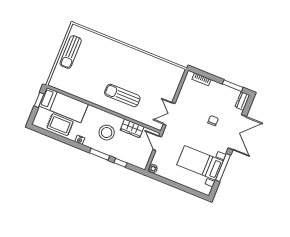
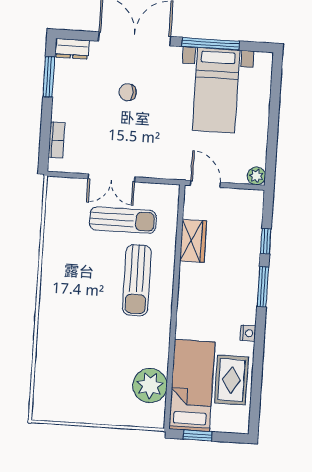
sun lounger: (71, 52) -> (123, 220), moved
plant: (70, 85) -> (150, 386), added
double door: (169, 114) -> (111, 178), moved
stool: (107, 133) -> (217, 287), removed
door: (157, 143) -> (205, 184), swing flipped

